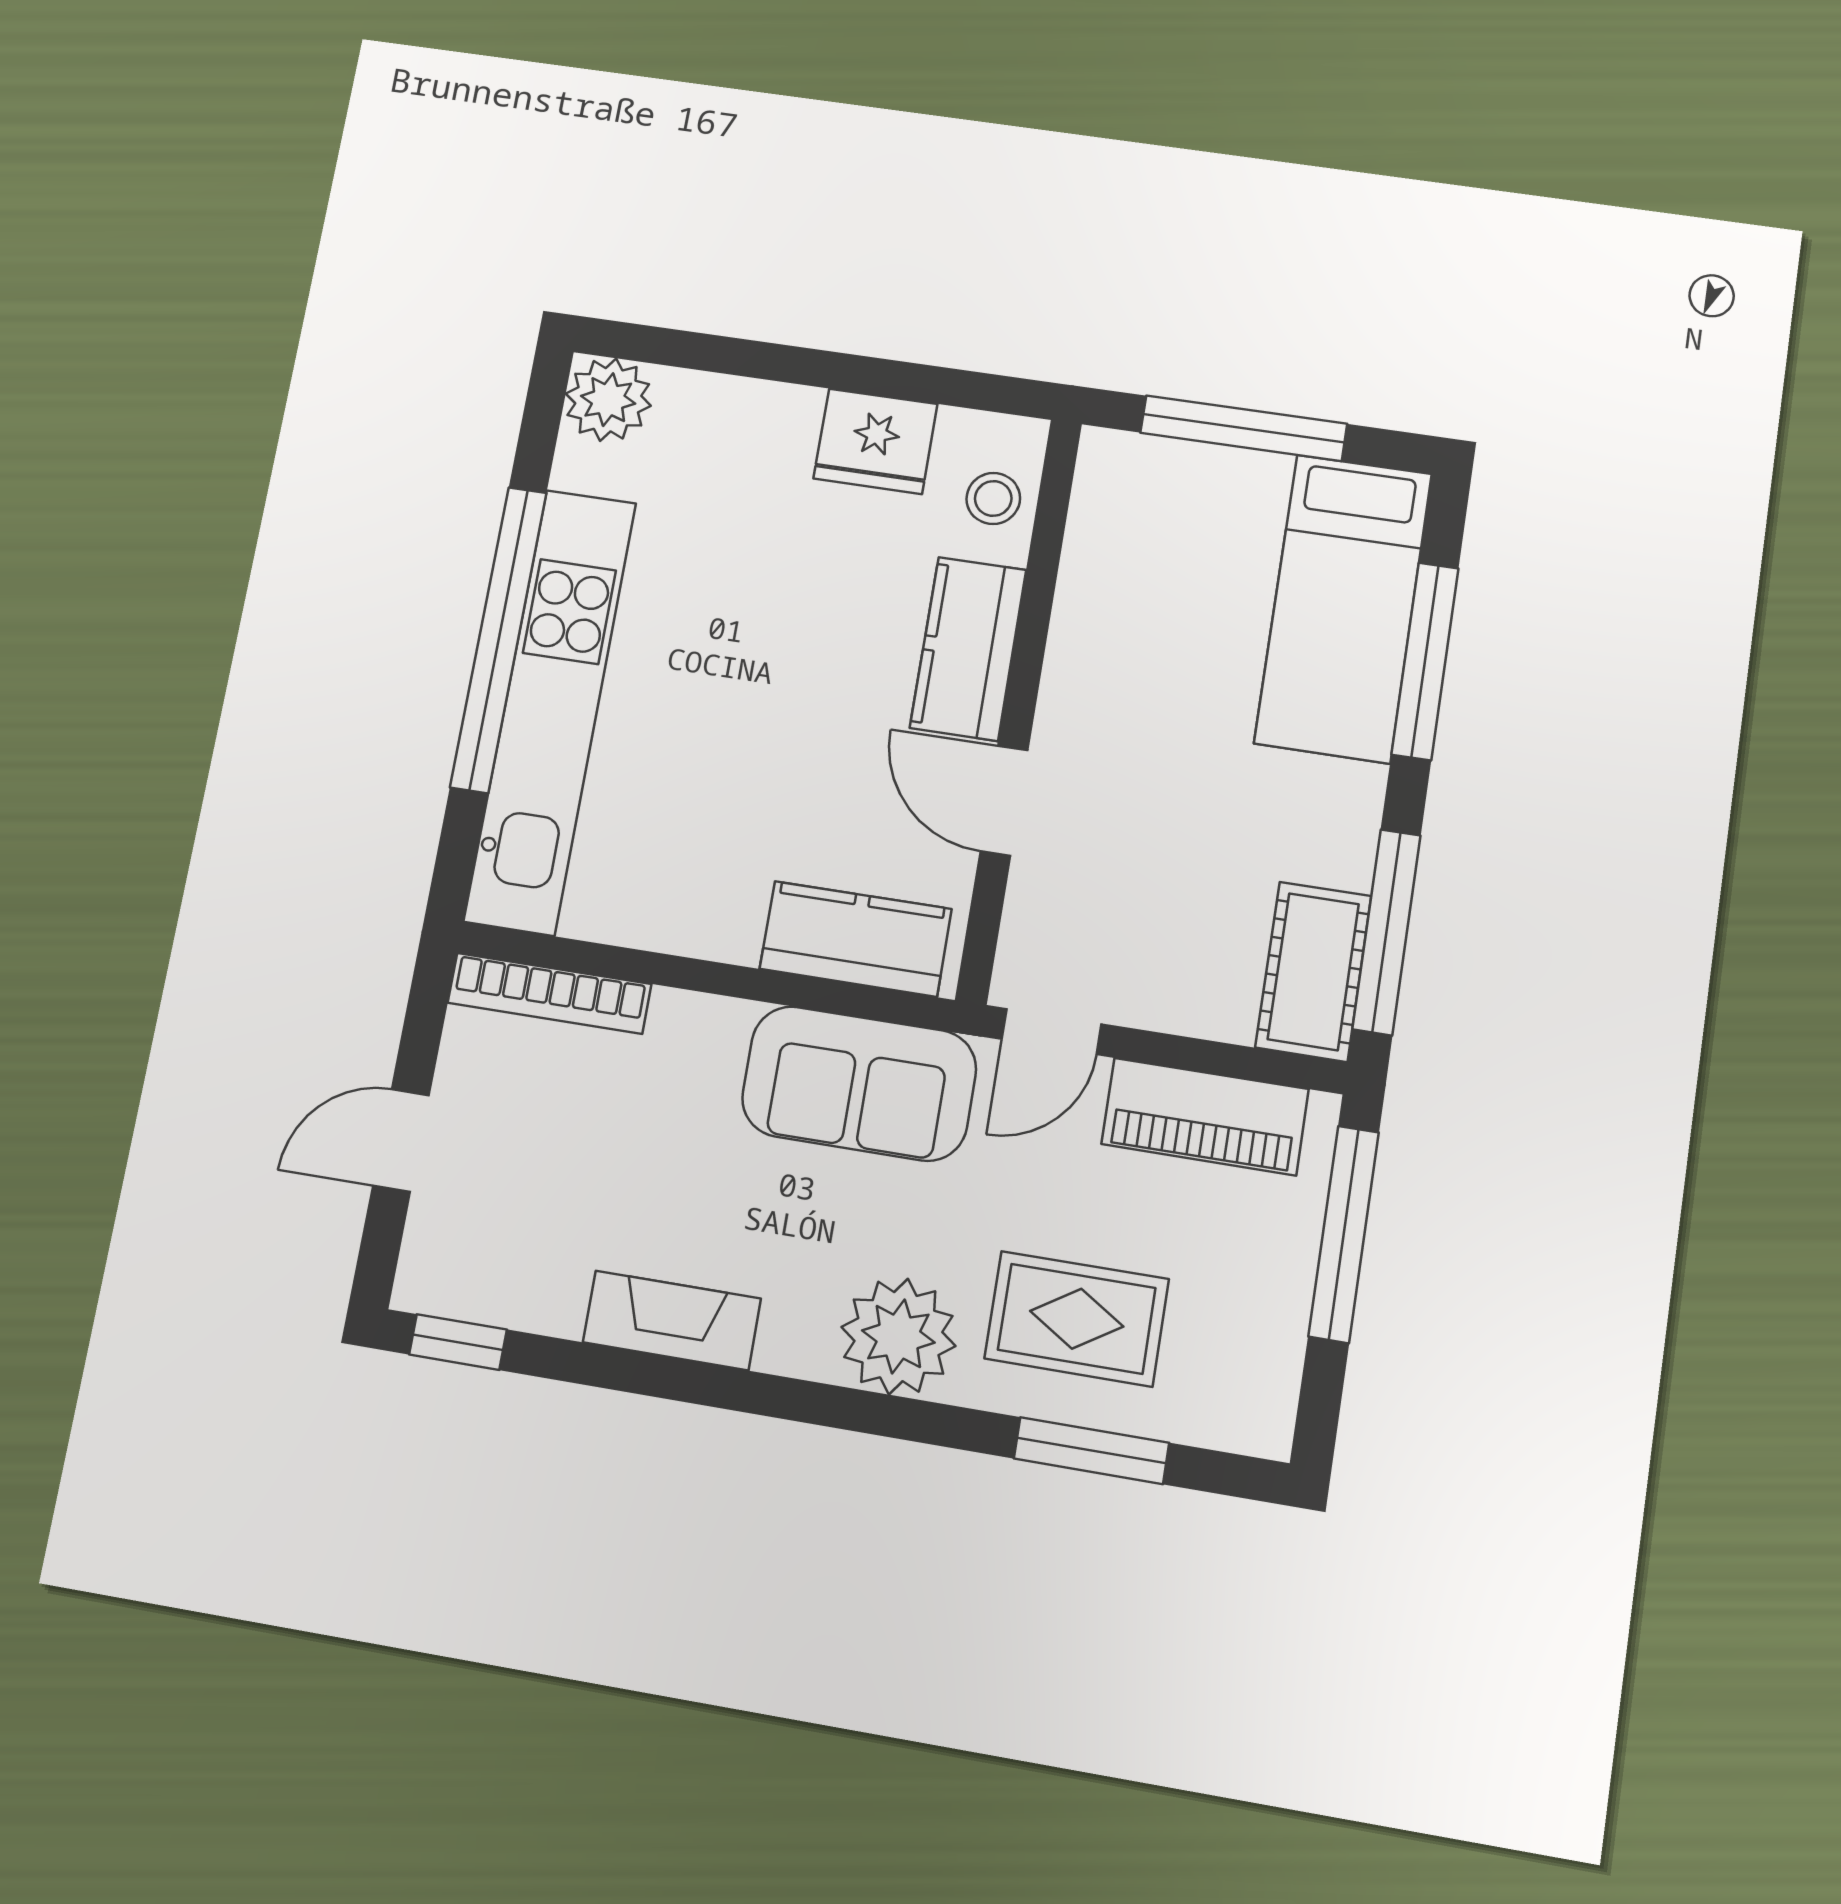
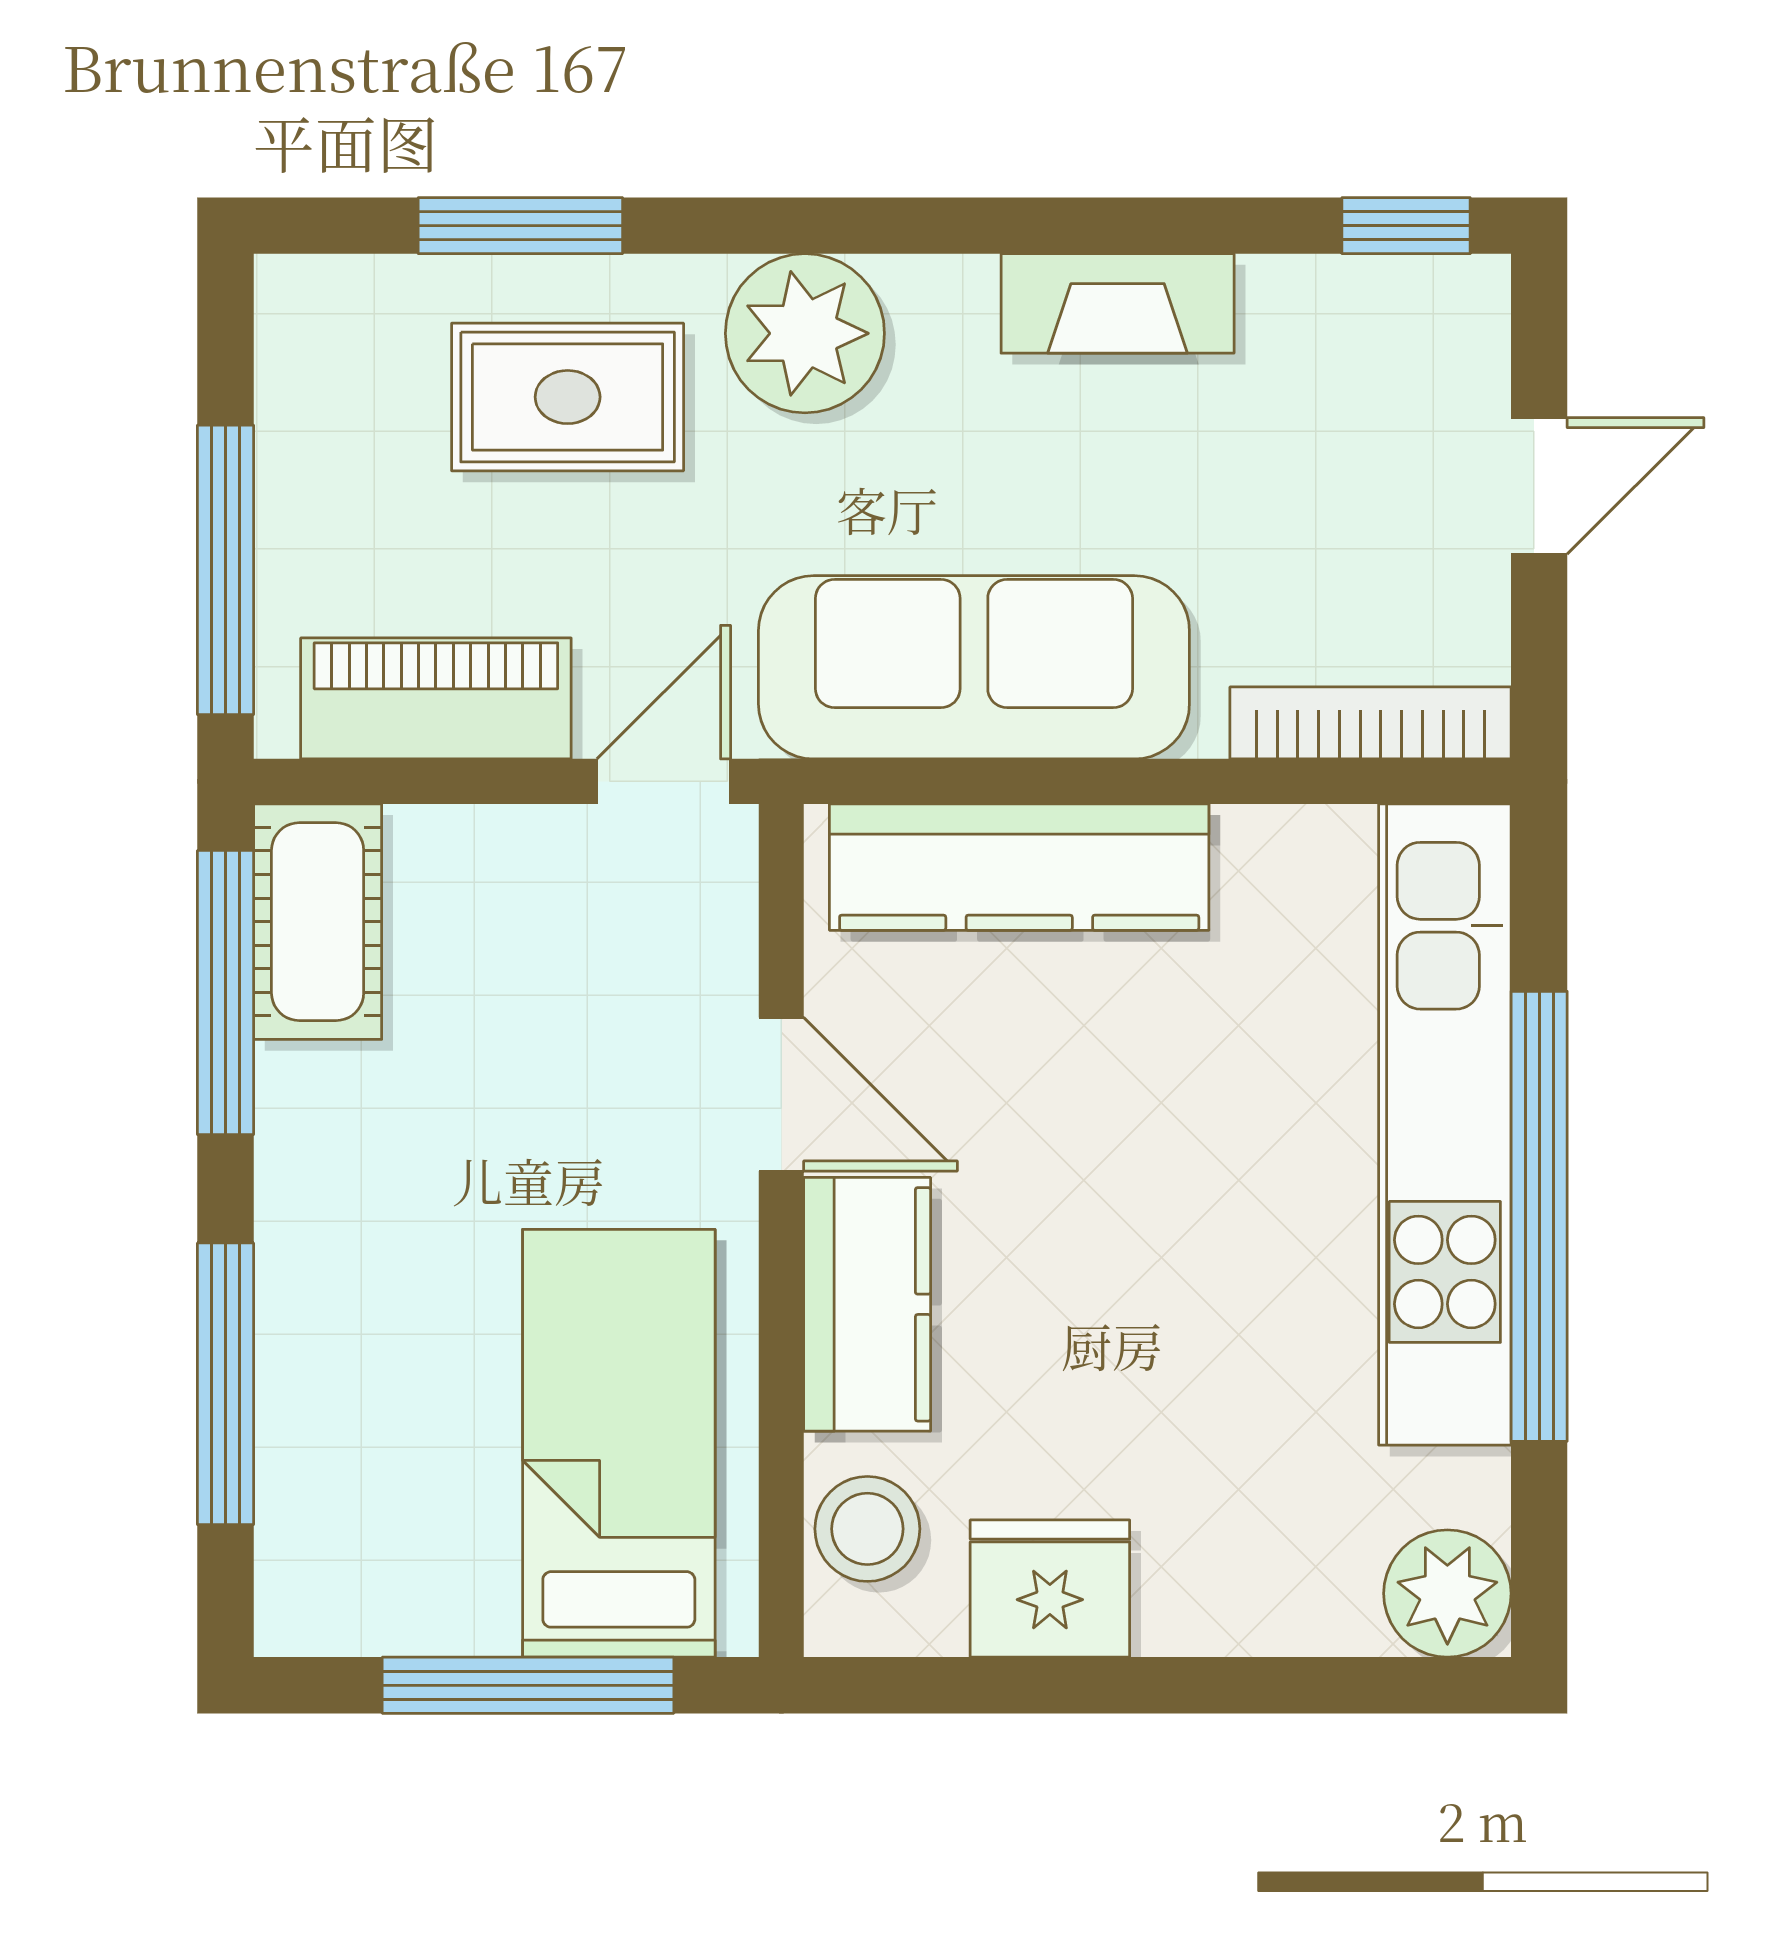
stool: (993, 498) -> (867, 1529), width x1.37, depth x1.37
bed: (1343, 608) -> (619, 1443), moved
kitchen counter: (856, 939) -> (1019, 867), width x1.50
sofa: (859, 1083) -> (974, 667), width x1.36

